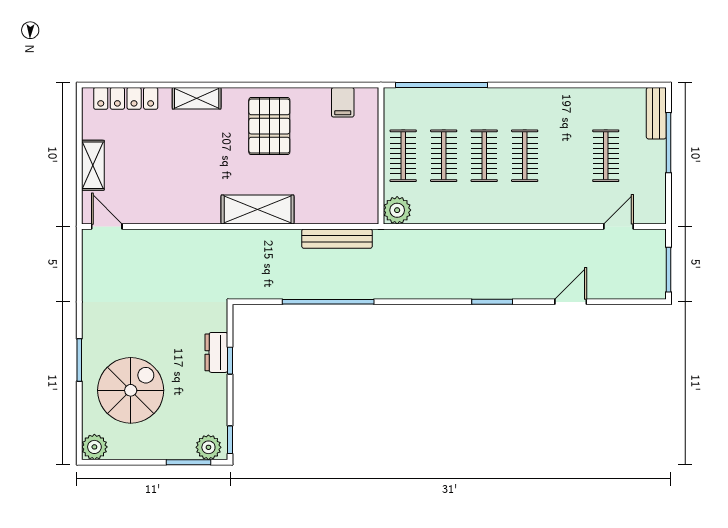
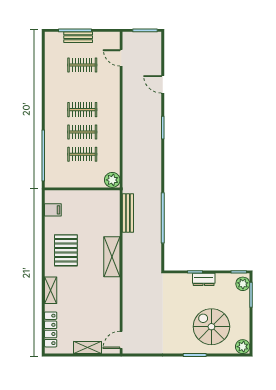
bench: (656, 113) -> (78, 37), moved
pallet: (269, 126) -> (66, 250), turned 90
clothes rail: (403, 156) -> (82, 177), removed
dresser: (216, 352) -> (204, 279), moved

